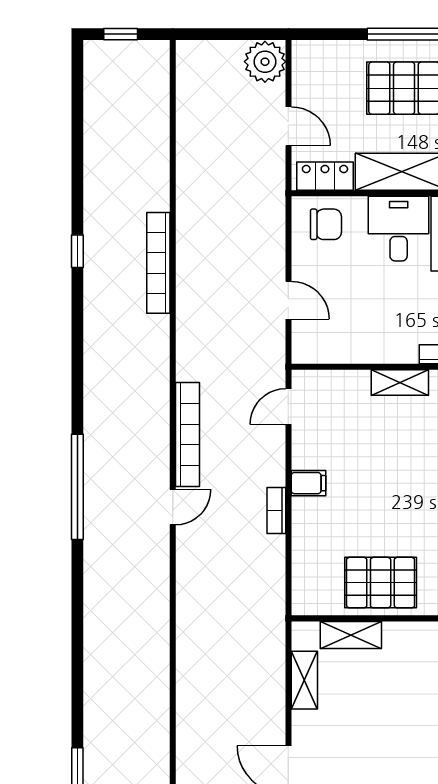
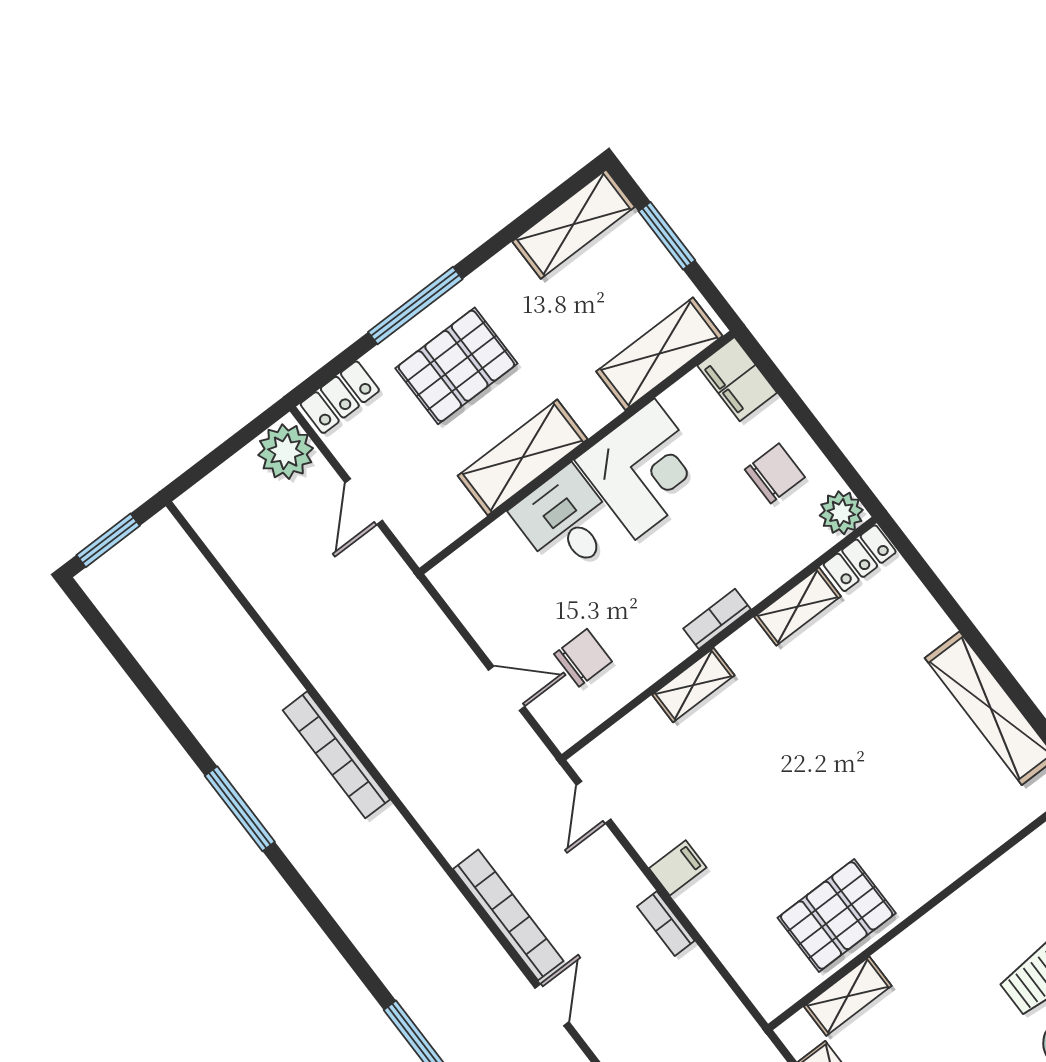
window: (121, 34) -> (108, 540), width x1.50
door: (288, 126) -> (364, 502), swing flipped
locker: (325, 176) -> (340, 397), moved, turned 180
chair: (326, 224) -> (583, 658), moved
window: (77, 251) -> (240, 809), width x2.17

